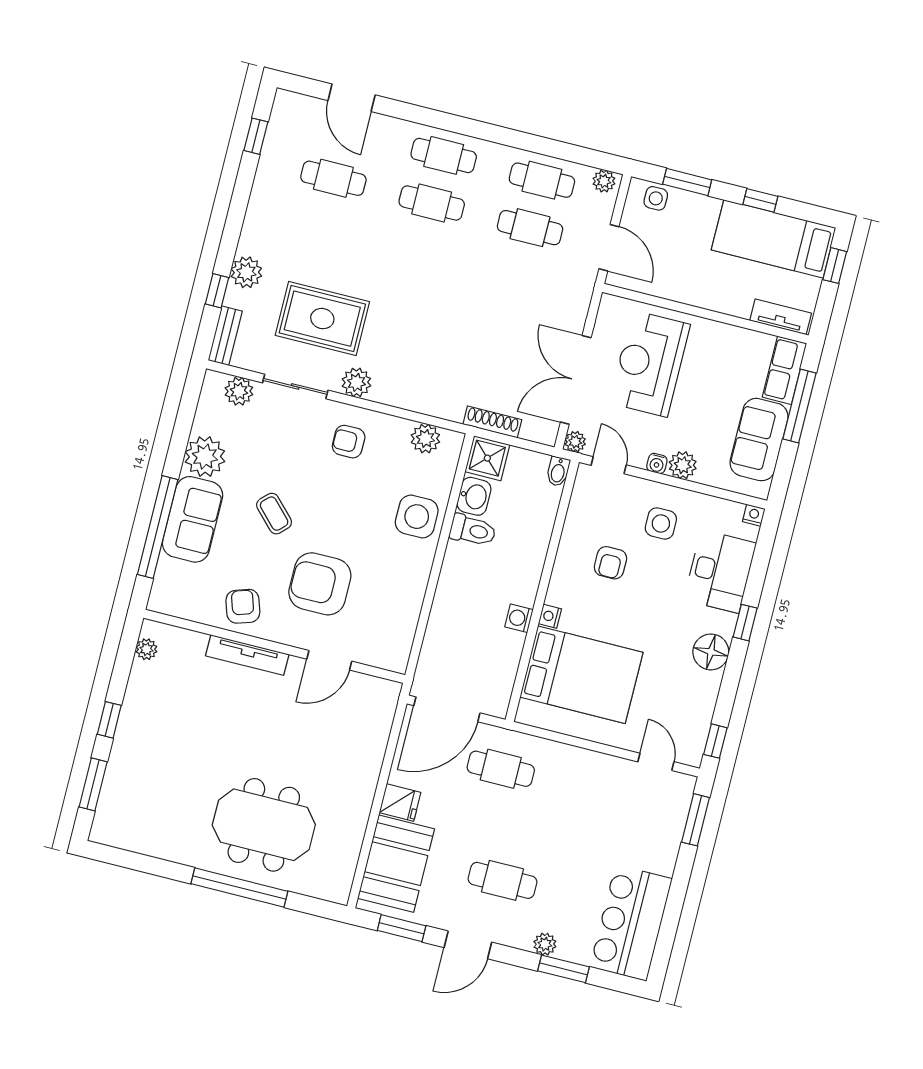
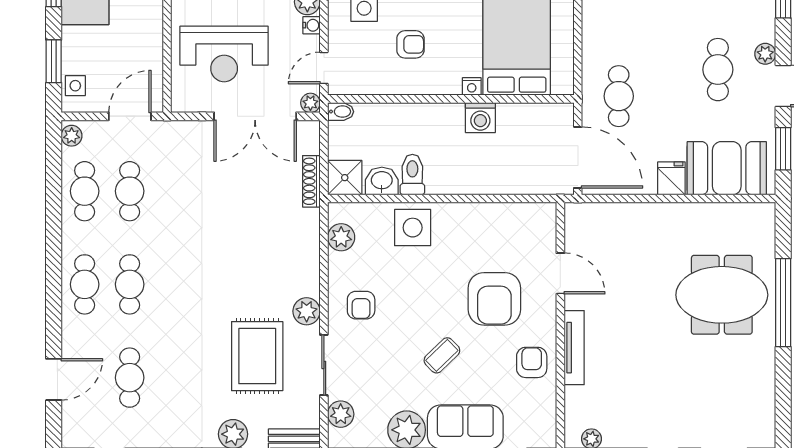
armchair: (243, 606) -> (532, 362), turned 108
washing machine: (519, 618) -> (480, 118), width x1.38, depth x1.38
meeting table: (264, 825) -> (722, 295), turned 90
plant: (545, 944) -> (765, 54), moved

